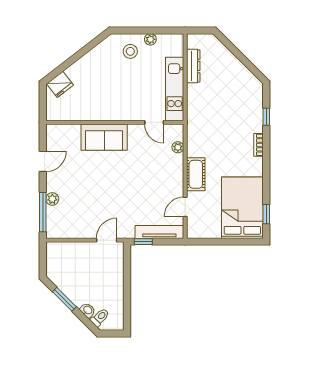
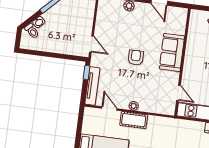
door: (154, 122) -> (178, 93), swing flipped
plant: (178, 147) -> (134, 106), moved
armchair: (116, 182) -> (136, 58), added

